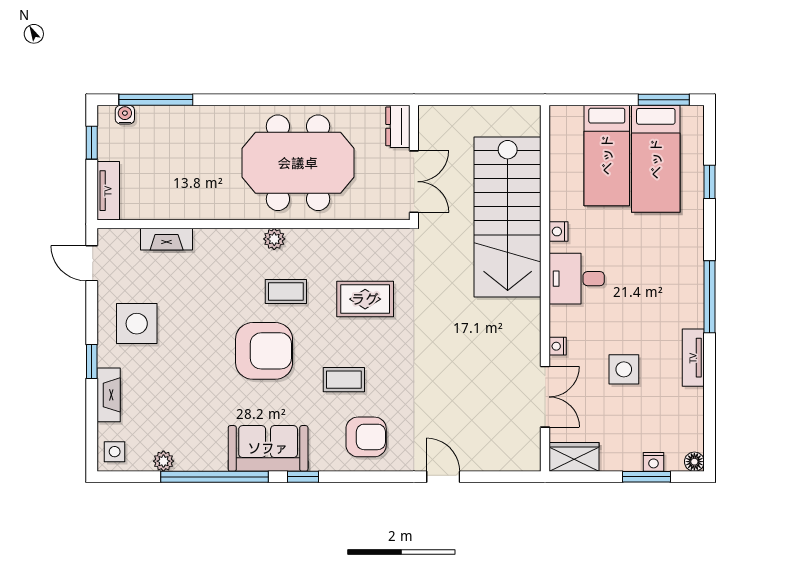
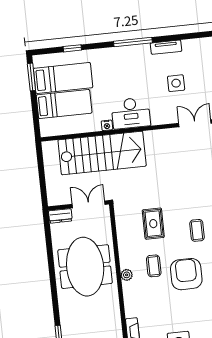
desk: (577, 279) -> (131, 113), width x1.37
nightstand: (558, 346) -> (167, 119), removed

